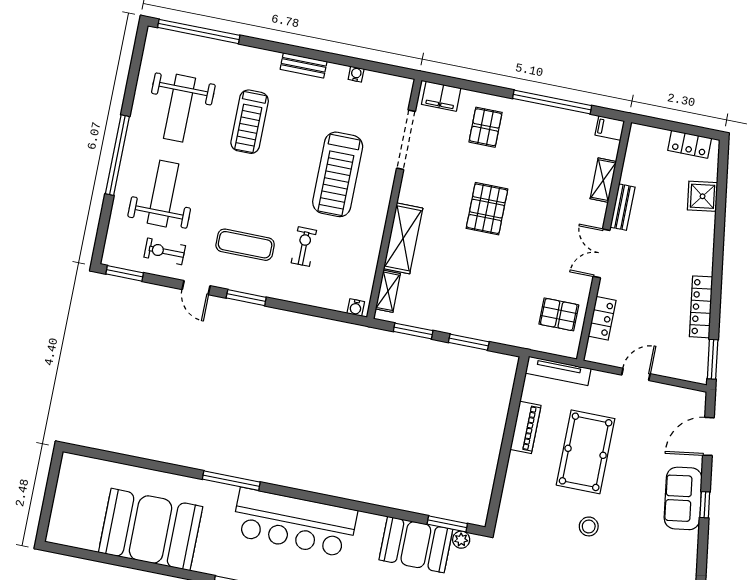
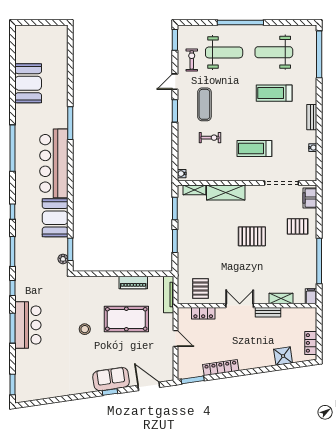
treadmill: (338, 174) -> (254, 149), width x0.73, depth x0.73
booth: (151, 530) -> (28, 83), width x0.73, depth x0.70
booth: (416, 545) -> (55, 218), moved

